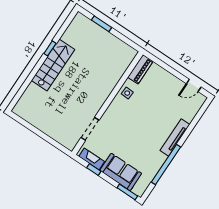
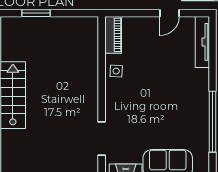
door: (194, 85) -> (170, 13), moved
tv unit: (175, 137) -> (202, 42), moved

